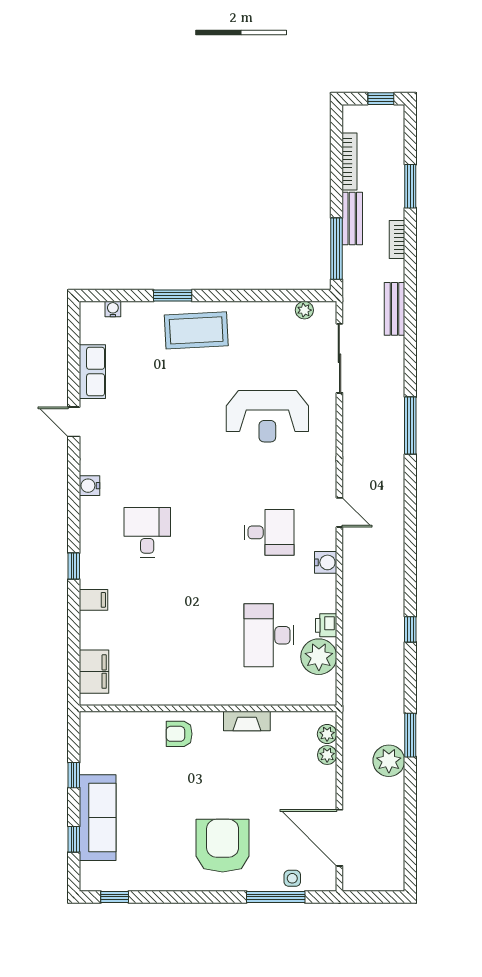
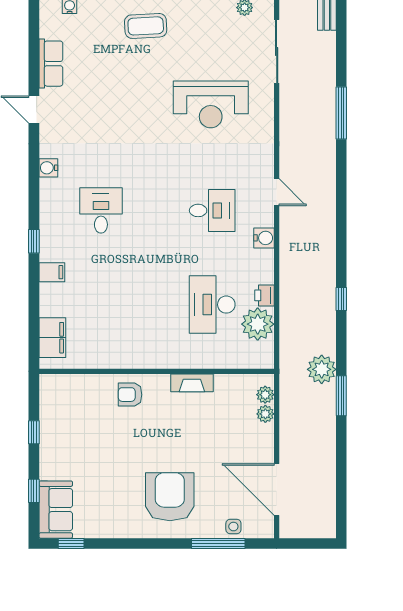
coffee table: (196, 330) -> (146, 26), width x0.73, depth x0.76
plant: (389, 761) -> (322, 369), moved
sofa: (98, 818) -> (56, 510), moved, width x0.73

